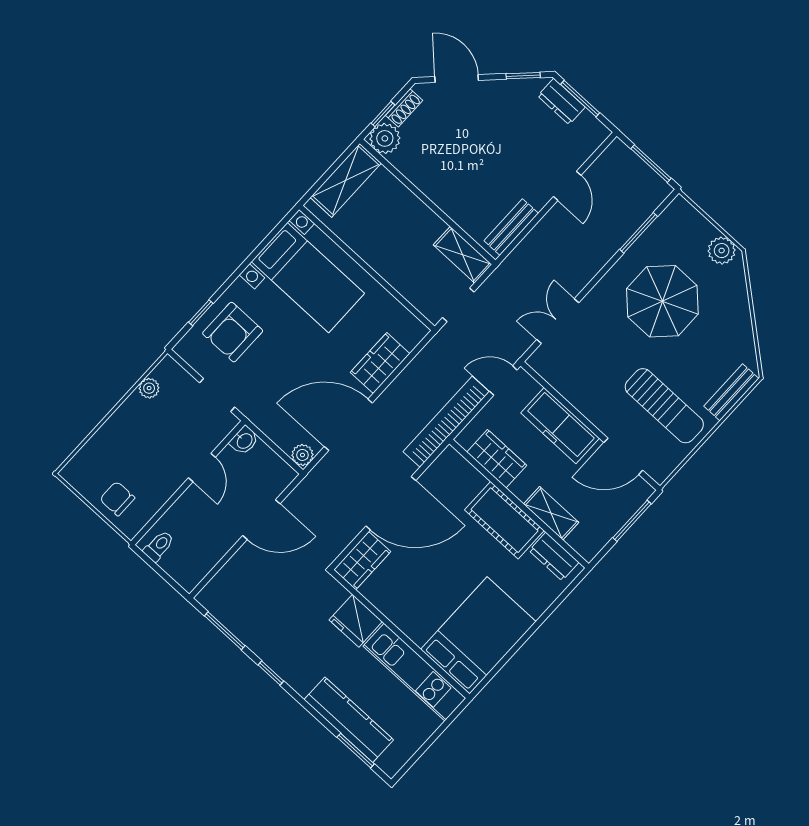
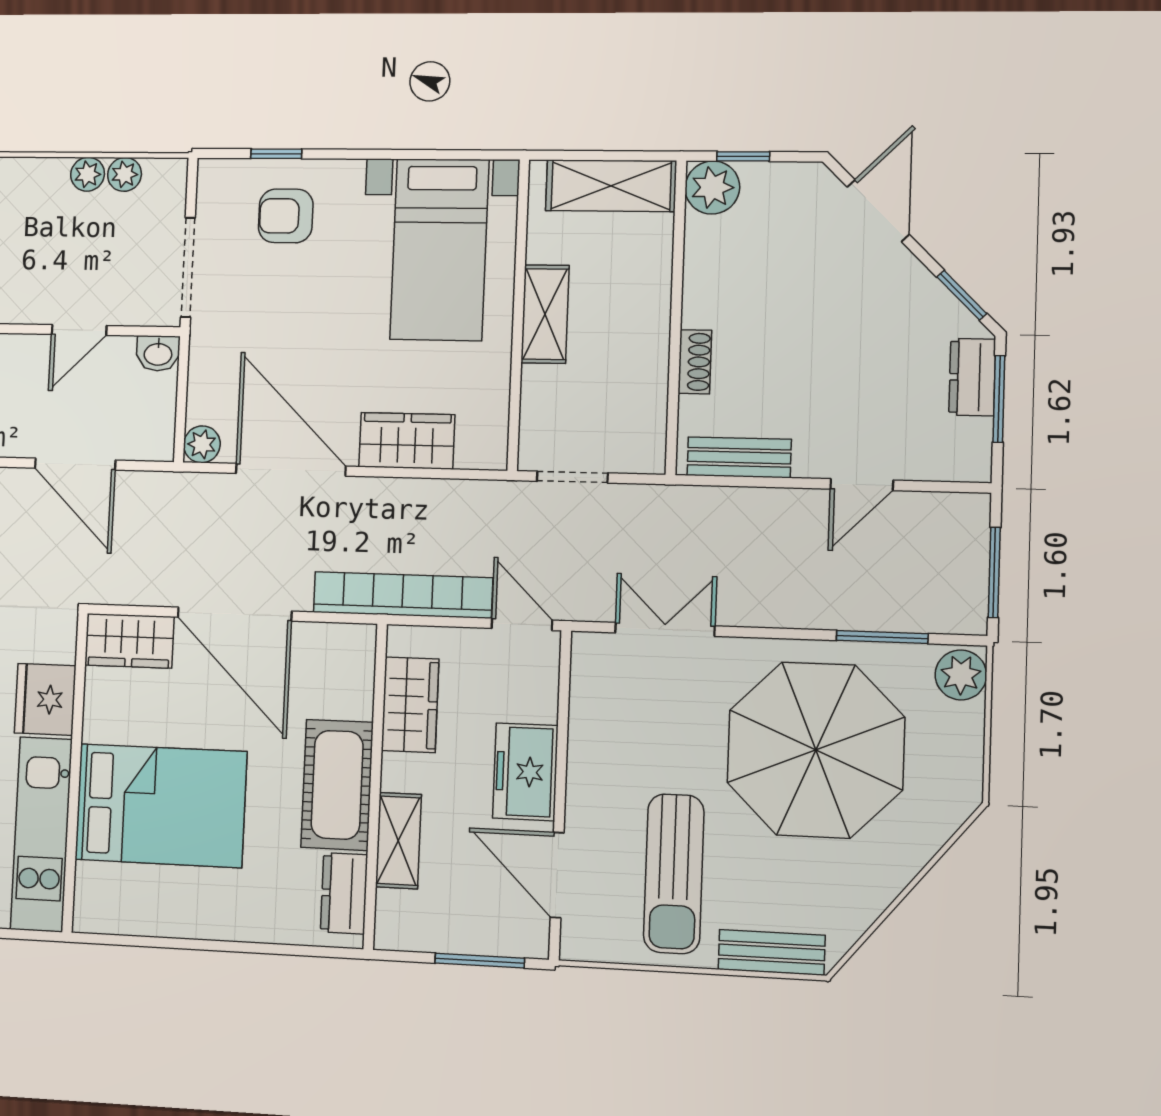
shoe rack: (404, 108) -> (695, 362), moved, turned -90
plant: (722, 251) -> (961, 675), moved
shelving: (462, 255) -> (545, 314), moved
parasol: (662, 301) -> (816, 750), width x1.36, depth x1.36
armchair: (233, 332) -> (286, 216), width x0.72, depth x0.72
doorway: (217, 395) -> (188, 267), width x1.38
plant: (134, 405) -> (88, 174), added
freezer: (560, 426) -> (525, 772), width x0.71
bed: (478, 635) -> (161, 806), moved

